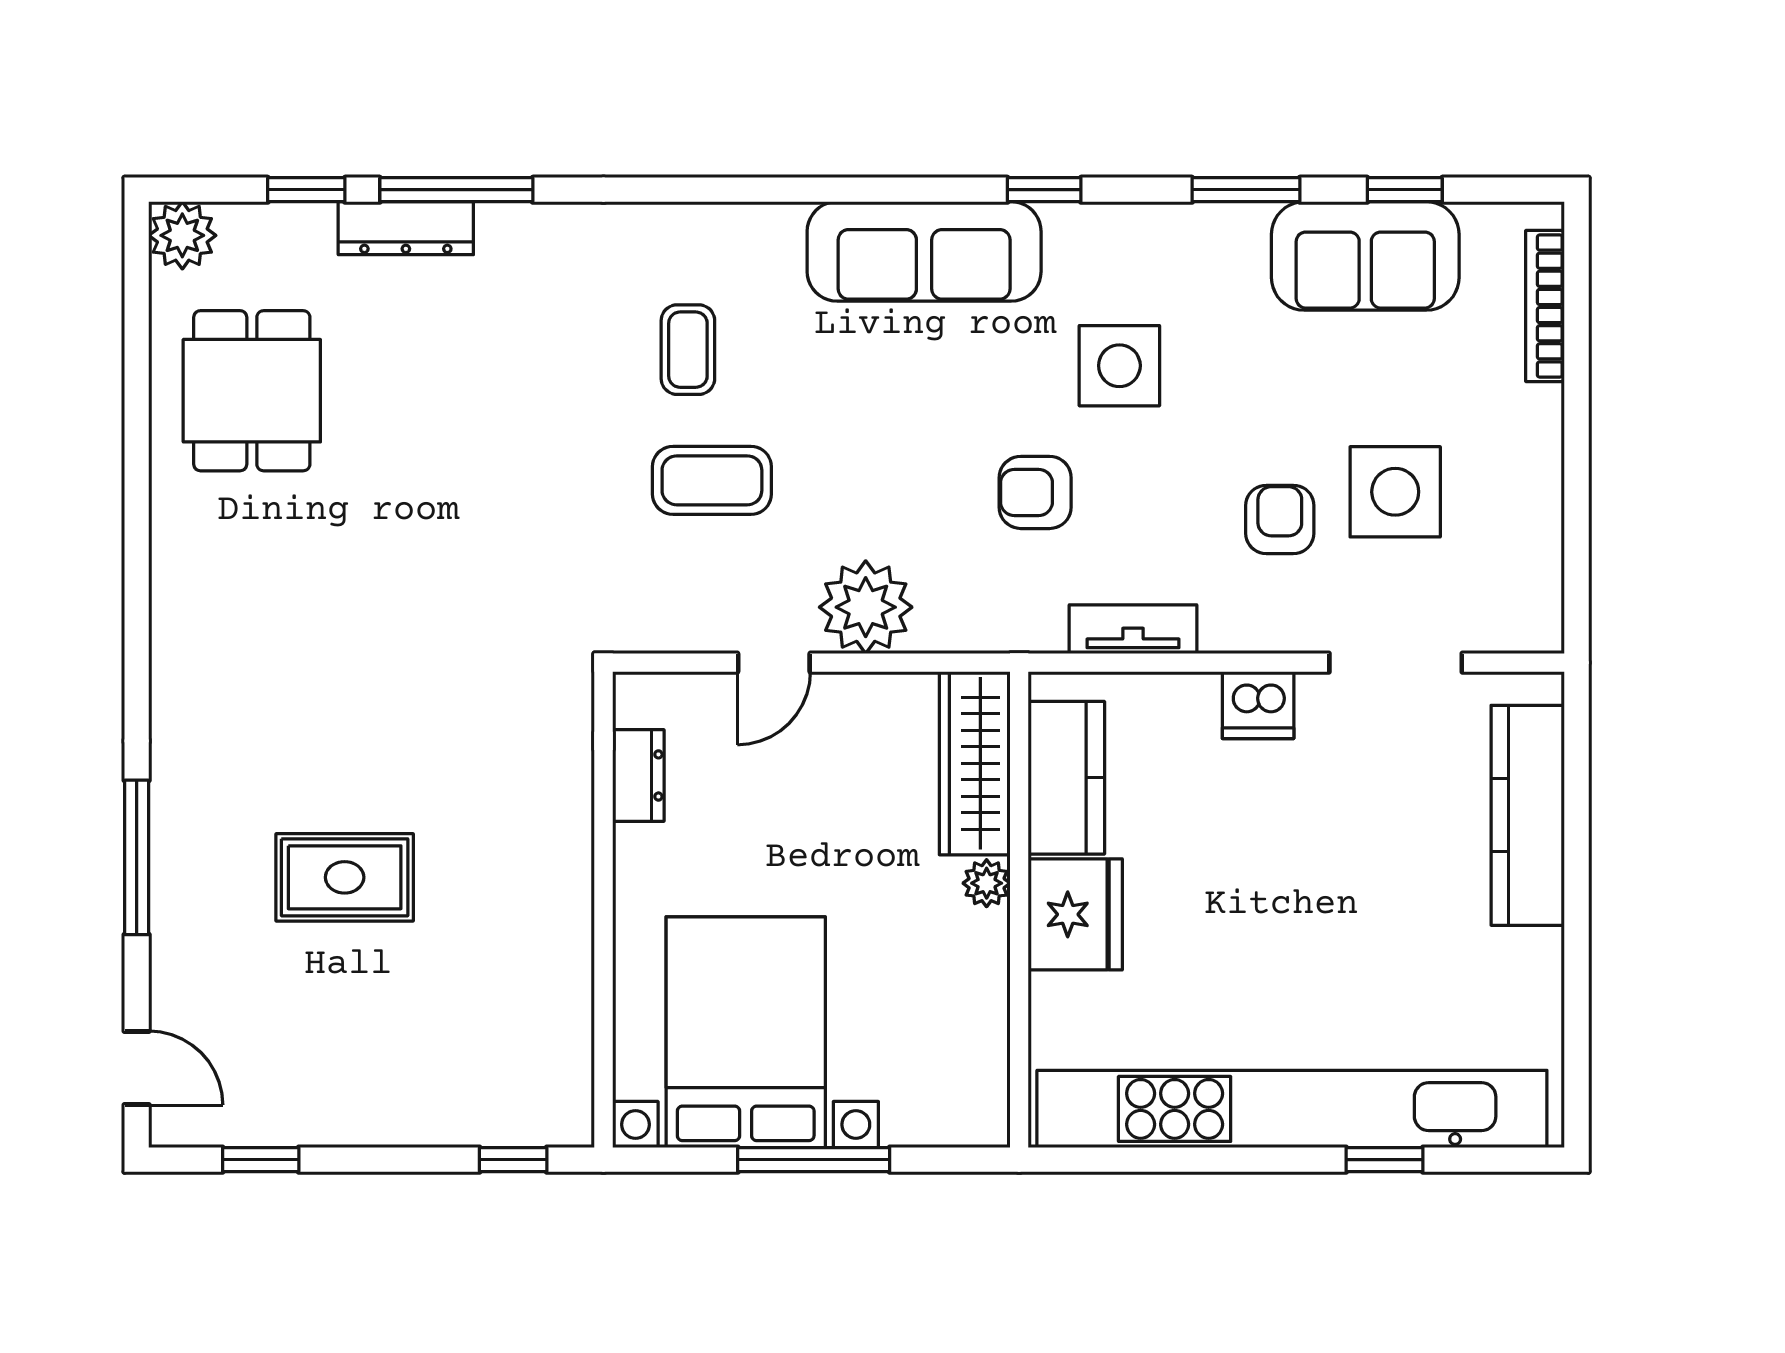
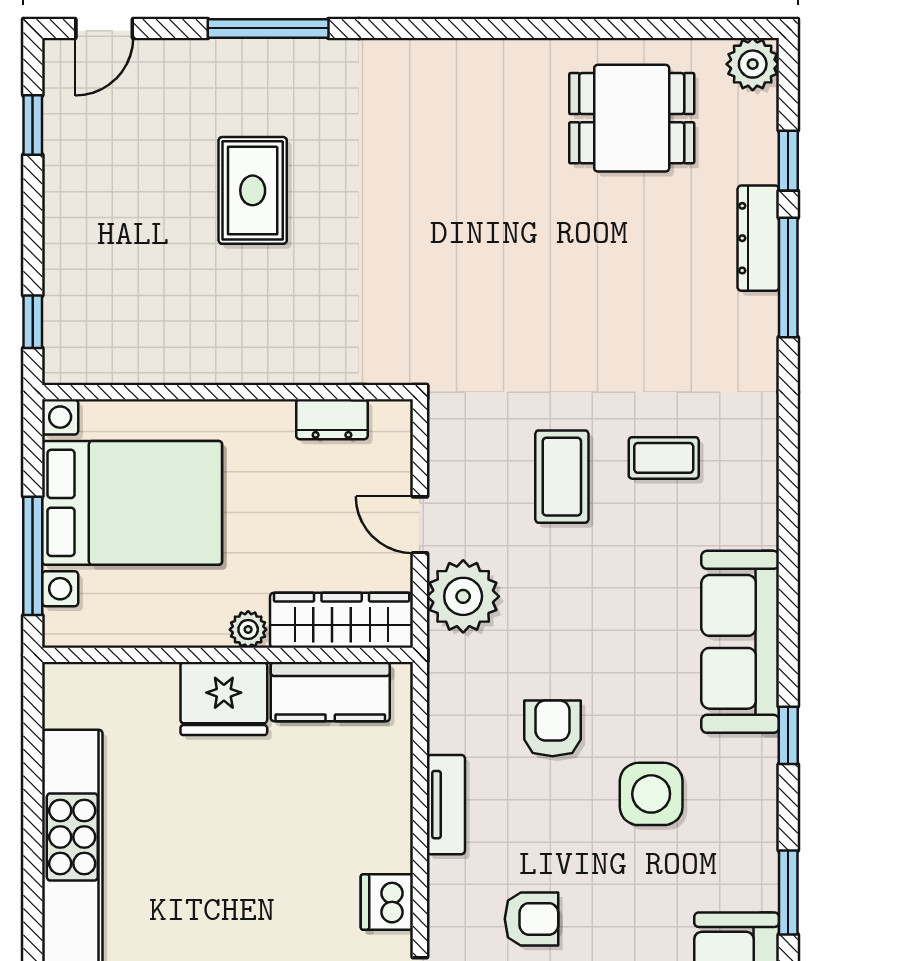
wardrobe: (975, 763) -> (342, 620), moved
kitchen counter: (1066, 778) -> (330, 692), moved
plant: (987, 883) -> (248, 629), moved
wall: (1019, 910) -> (227, 655), moved
fridge: (1075, 914) -> (224, 699), moved

